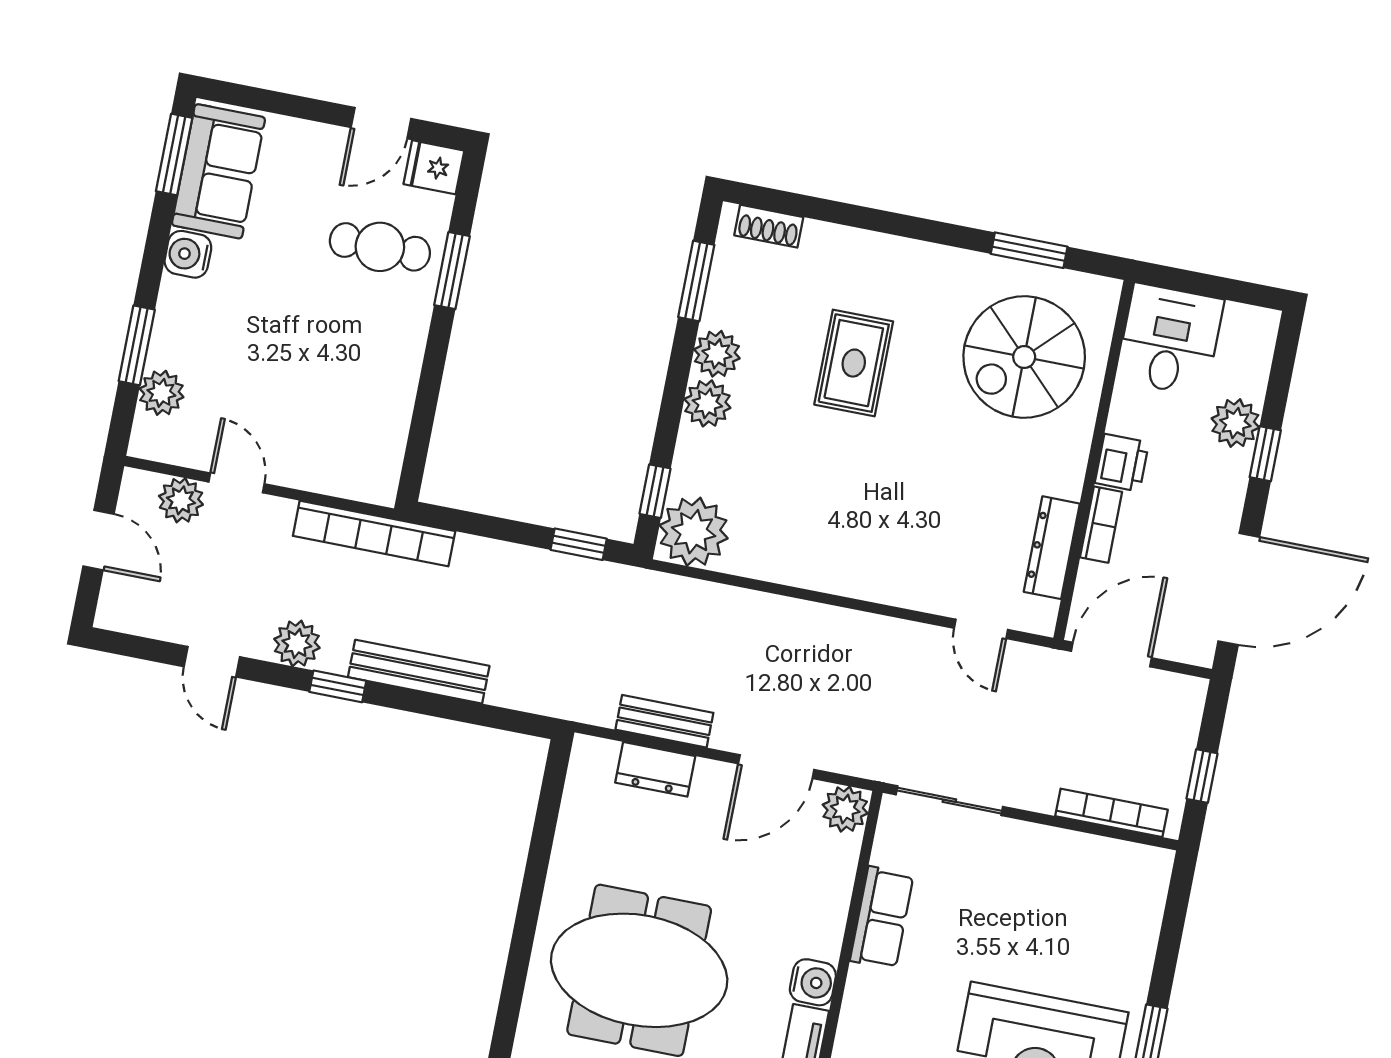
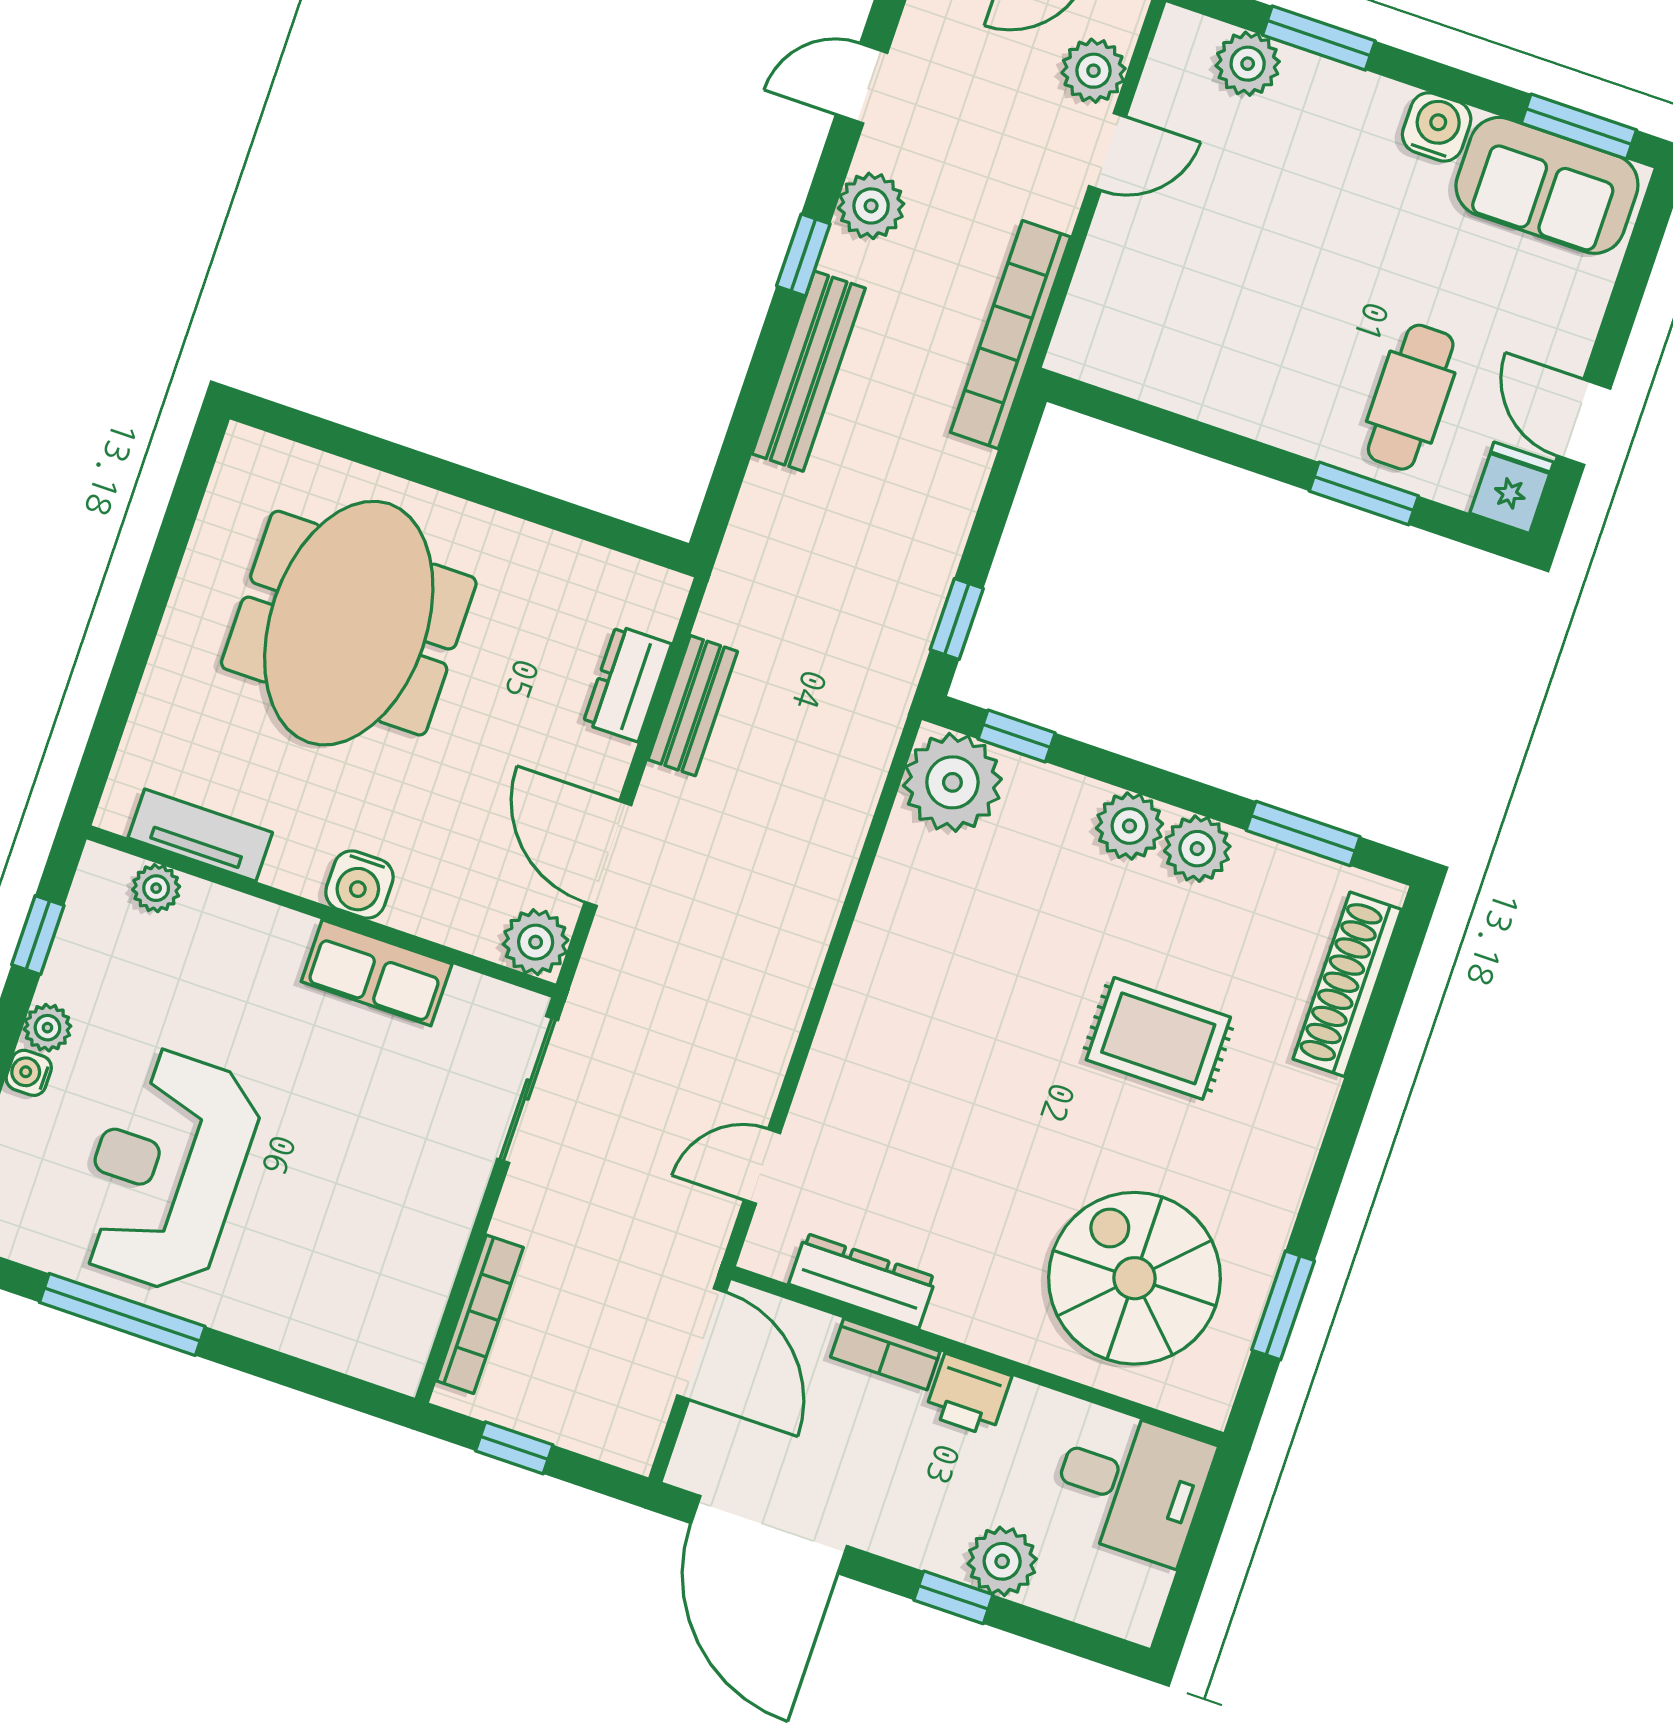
shoe rack: (769, 226) -> (1347, 984), width x1.94, depth x1.24
water cooler: (813, 982) -> (359, 884), moved

